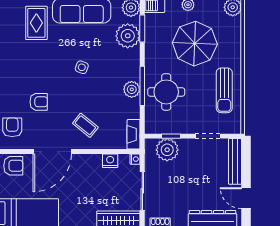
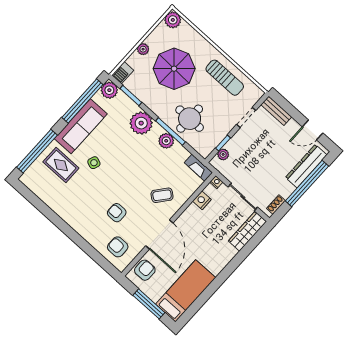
plant: (128, 36) -> (141, 123), moved
side table: (82, 67) -> (94, 163), moved
armchair: (39, 102) -> (117, 213), turned -90
plant: (167, 150) -> (223, 154), width x0.53, depth x0.53
bench: (235, 161) -> (276, 111), width x0.73

